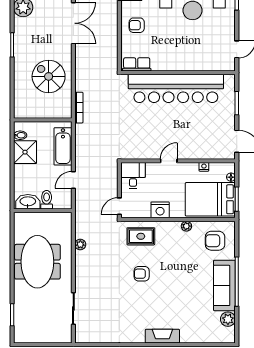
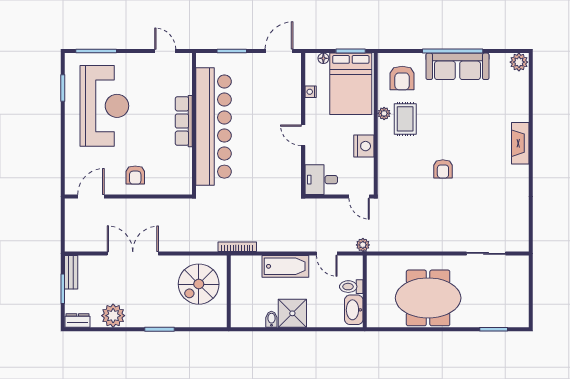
row of seats: (137, 64) -> (184, 121), moved, width x1.48
wall: (43, 120) -> (229, 291), moved
rug: (141, 236) -> (405, 119), moved
plant: (80, 244) -> (363, 245), moved
plant: (228, 319) -> (519, 62), moved

